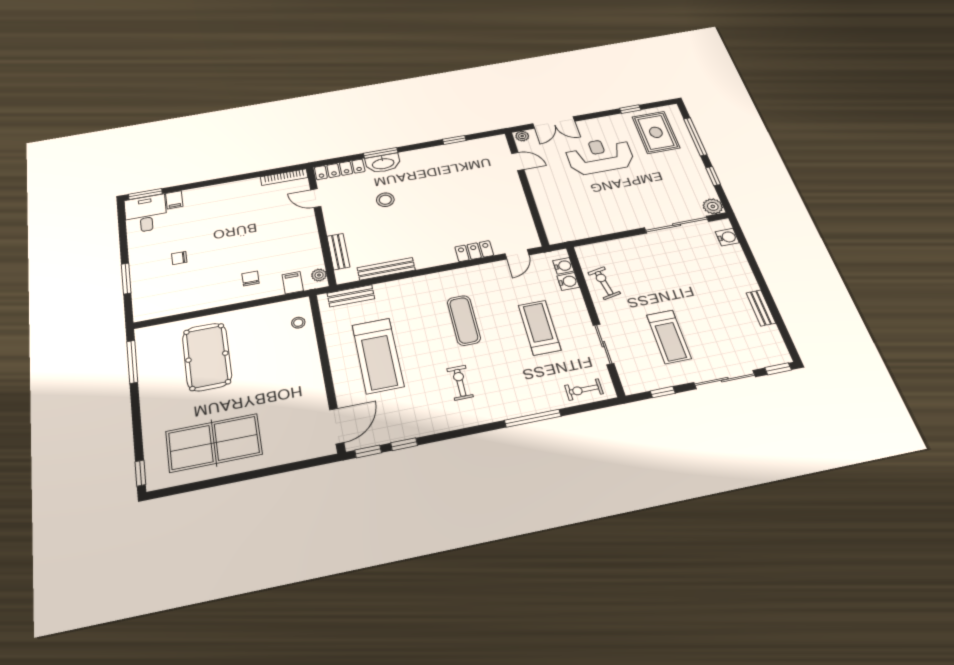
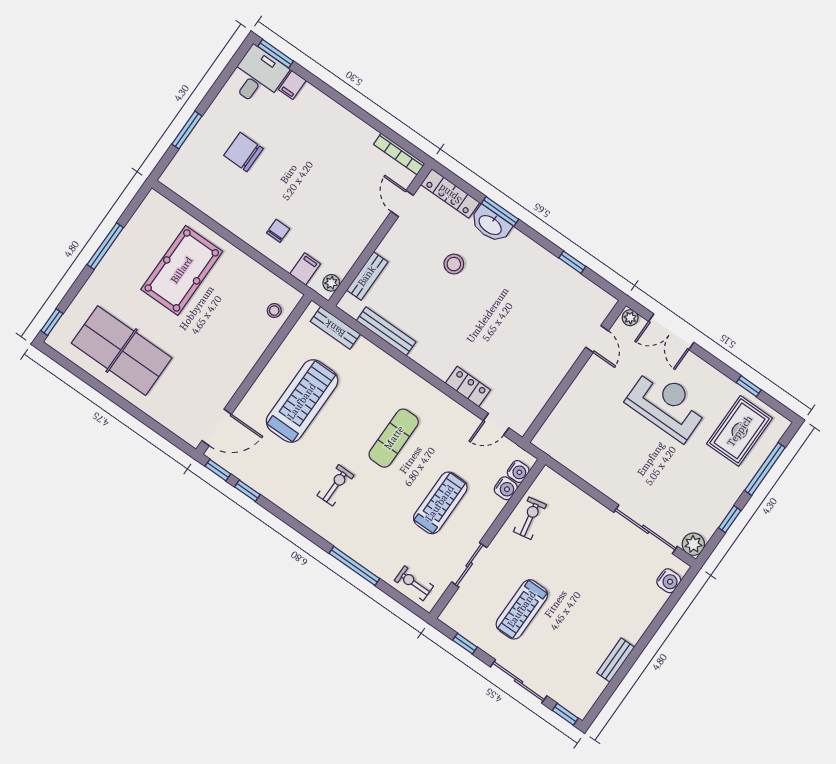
chair: (179, 258) -> (243, 152), width x1.87, depth x1.87
treadmill: (378, 356) -> (302, 401), turned 180
window: (132, 362) -> (105, 246), moved

